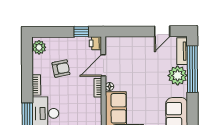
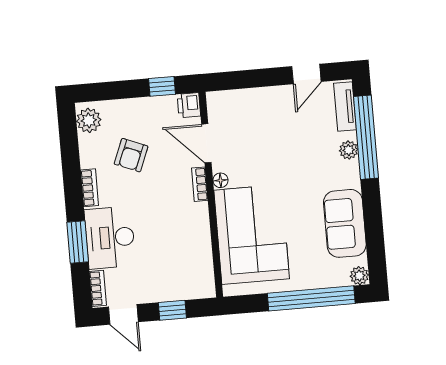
door: (103, 65) -> (206, 143), hinge flipped
armchair: (61, 69) -> (131, 155), turned 123
plant: (178, 75) -> (349, 150), width x0.53, depth x0.53

